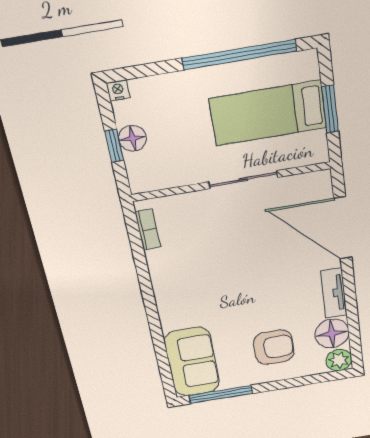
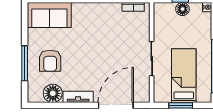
plant: (339, 360) -> (35, 95), removed
window: (221, 394) -> (25, 63), moved

